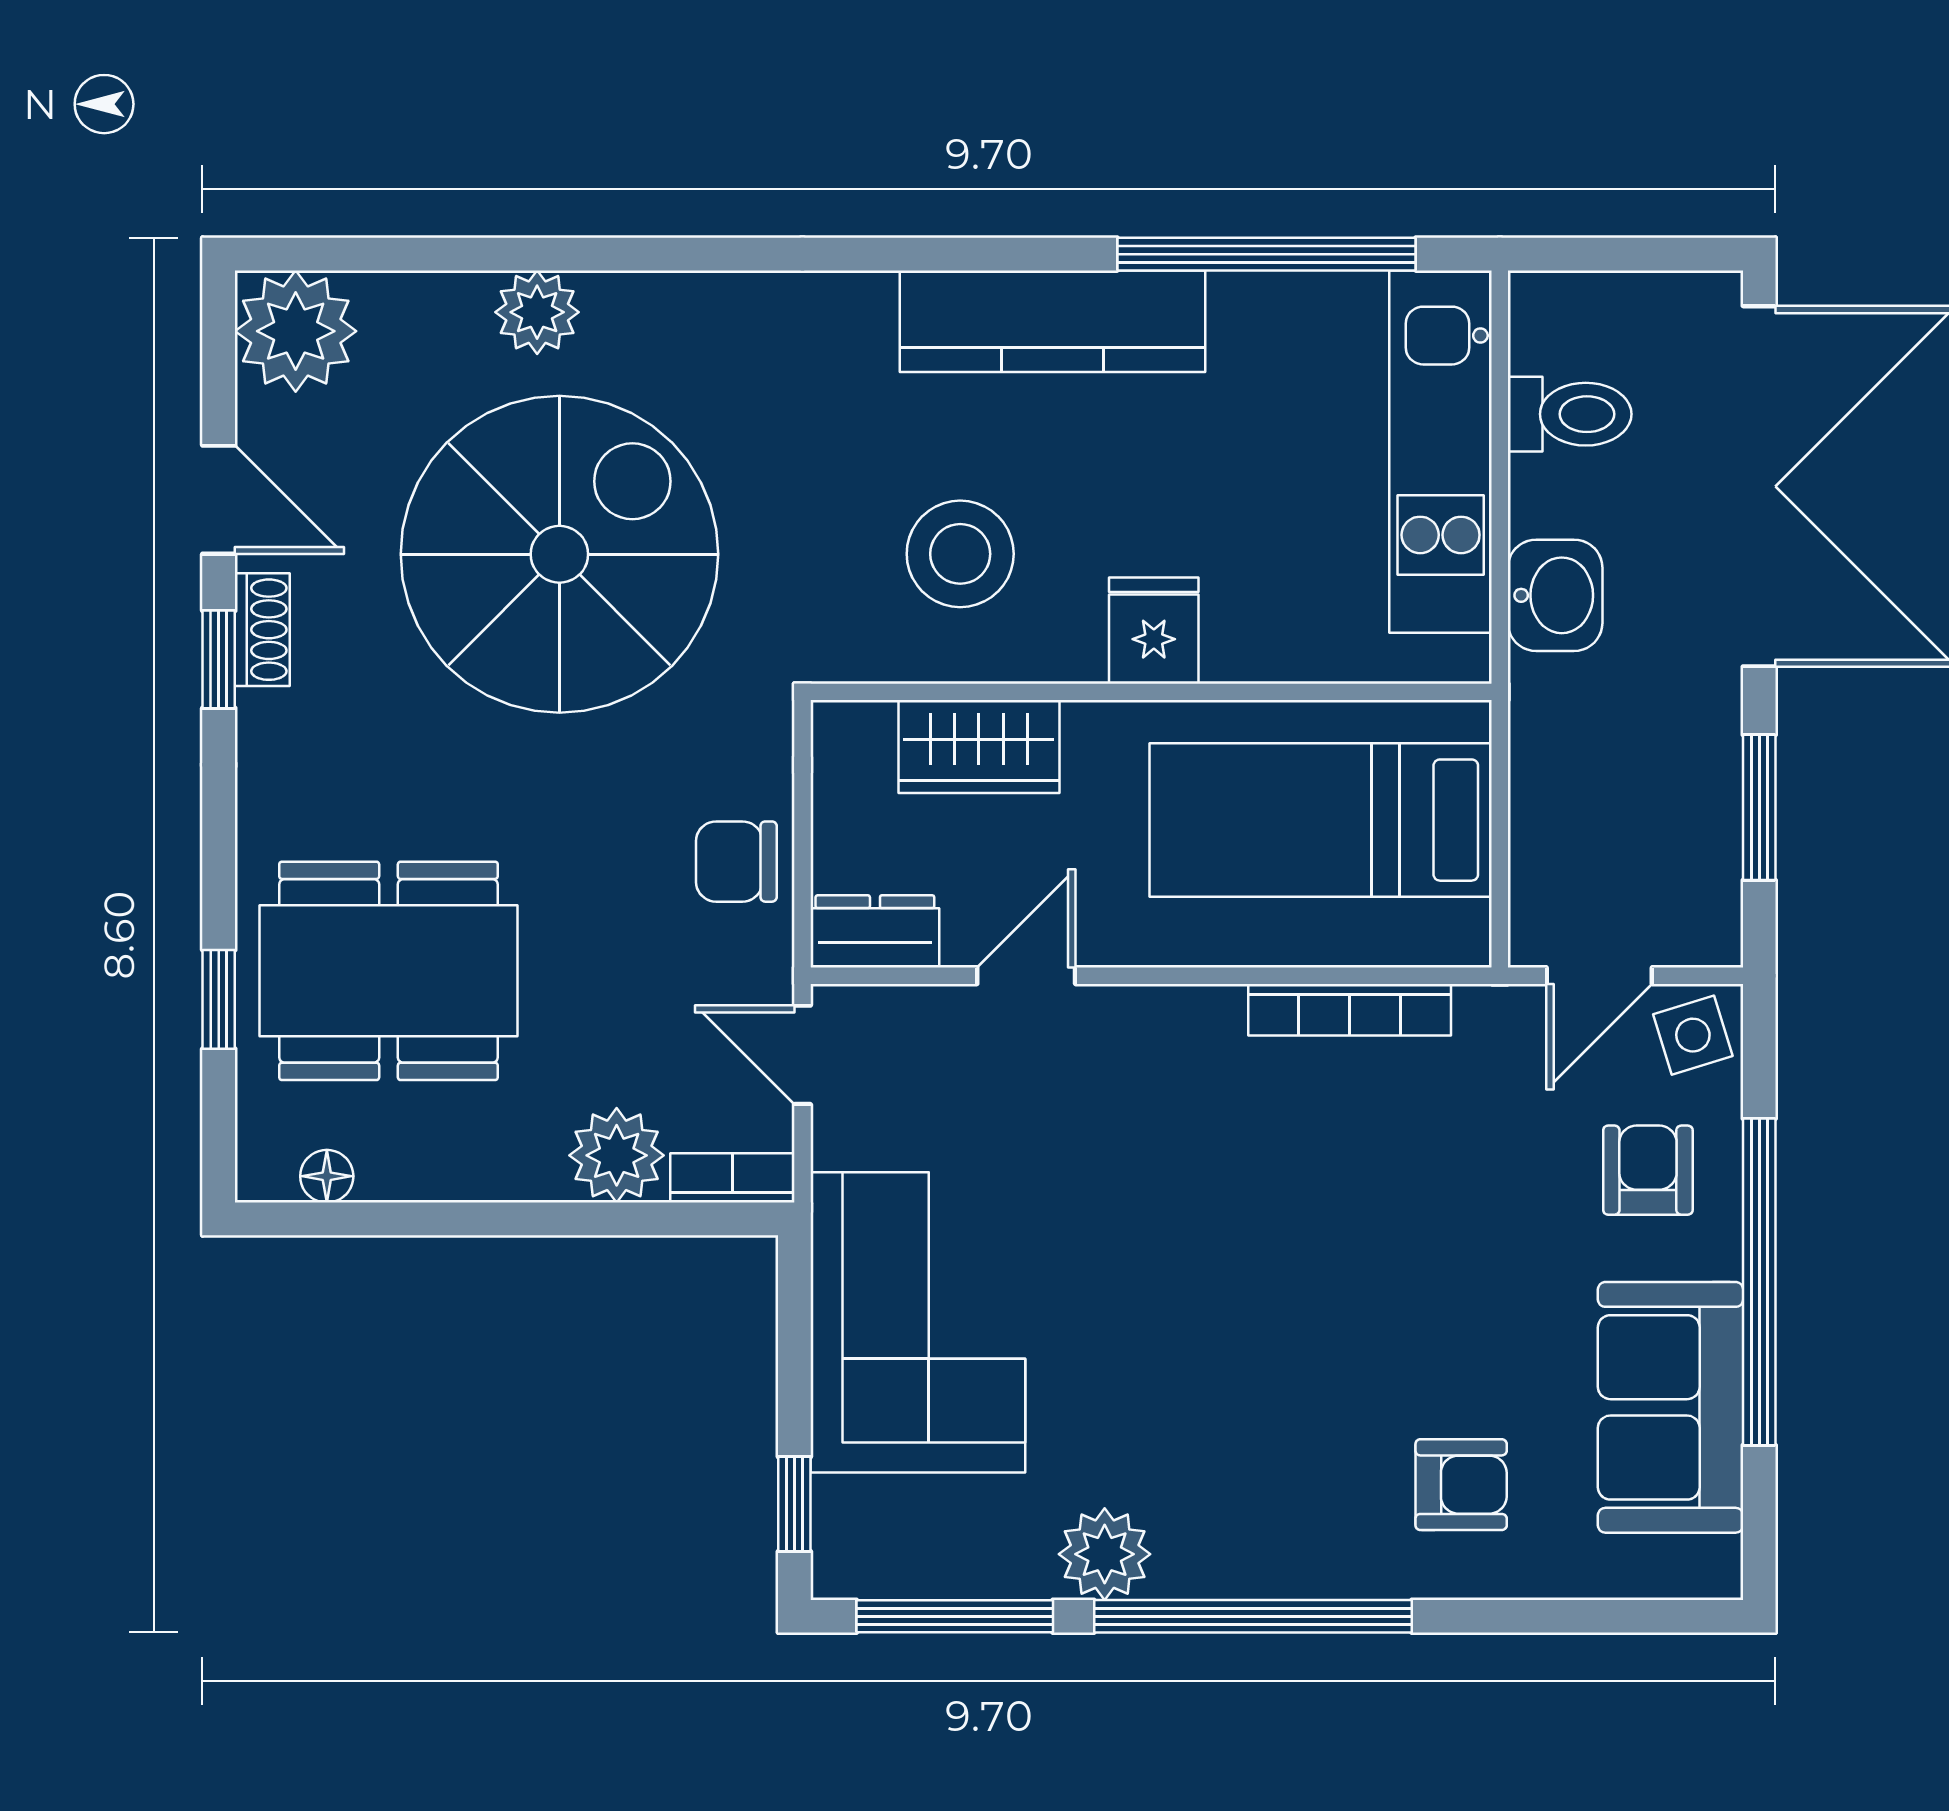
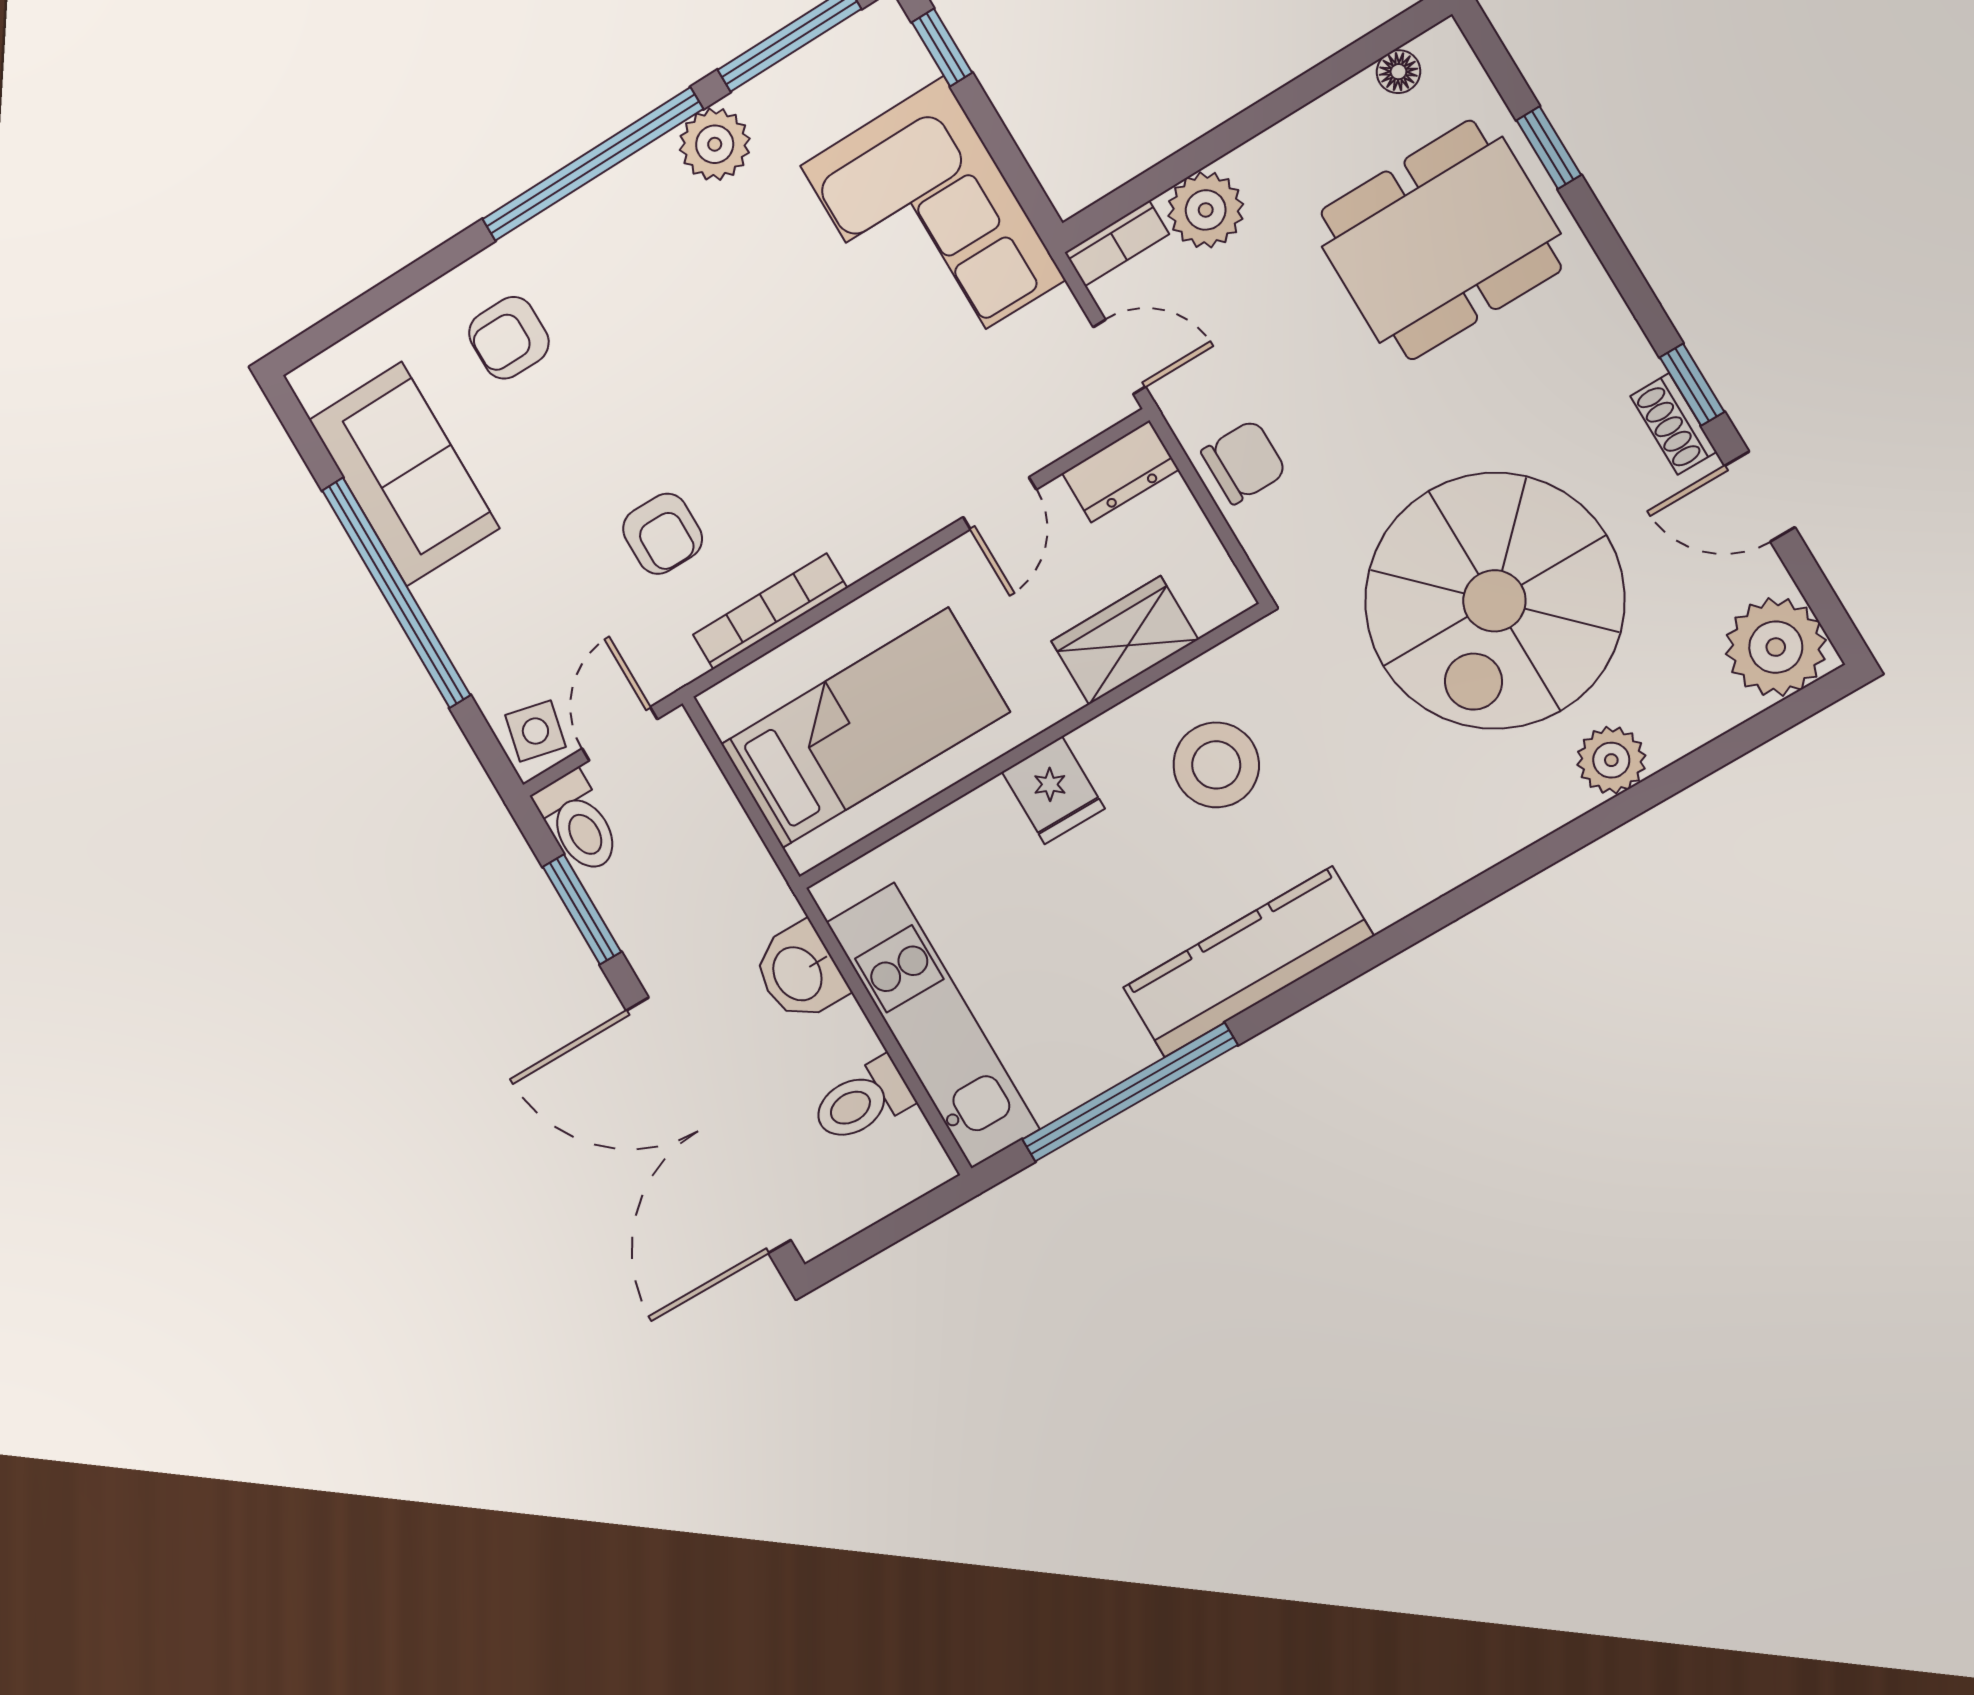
toilet: (1705, 905) -> (578, 823), added
side table: (1693, 1035) -> (535, 731), turned 30
armchair: (1648, 1170) -> (663, 534), moved

